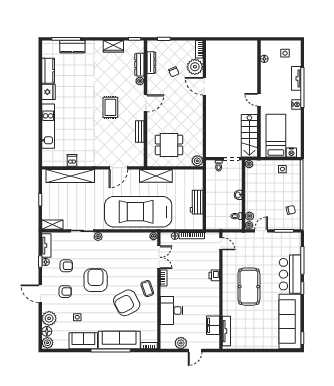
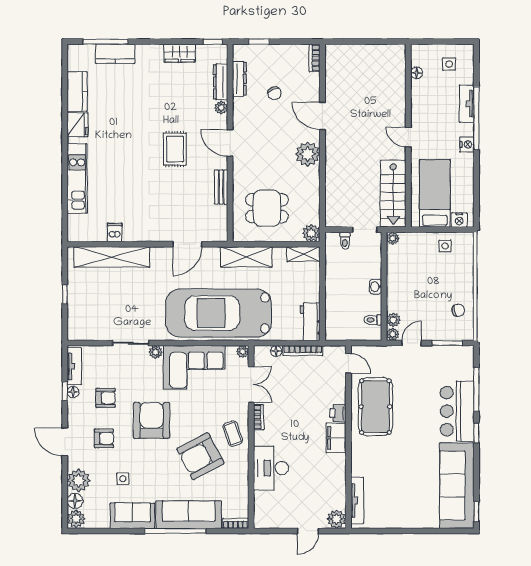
plant: (195, 67) -> (308, 154), moved
door: (146, 103) -> (230, 143), swing flipped
workbench: (197, 202) -> (310, 322), moved
shelving: (52, 225) -> (303, 254), moved
corner sofa: (123, 246) -> (194, 367), added
pool table: (249, 287) -> (375, 407), moved
filing cabinet: (213, 325) -> (336, 438), moved
plant: (181, 343) -> (337, 519), moved

